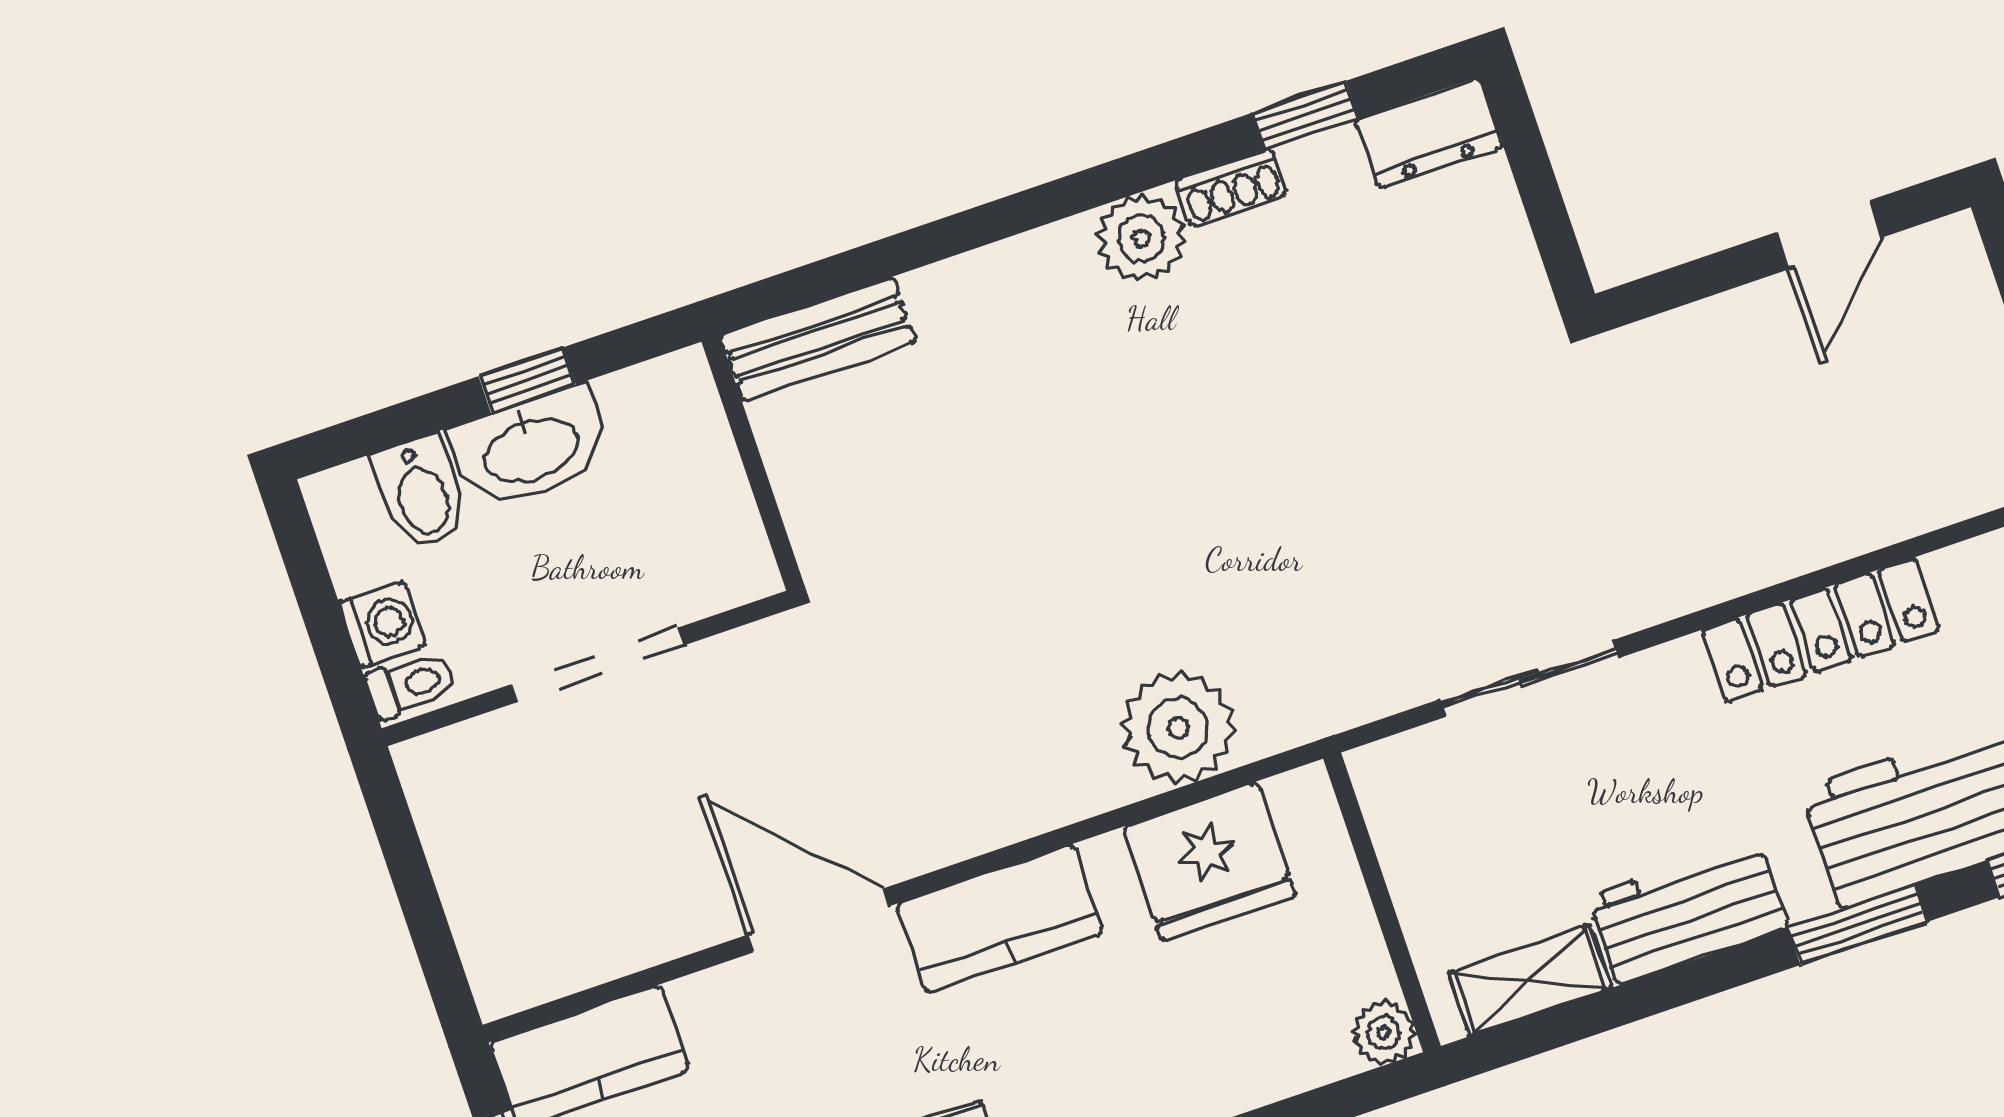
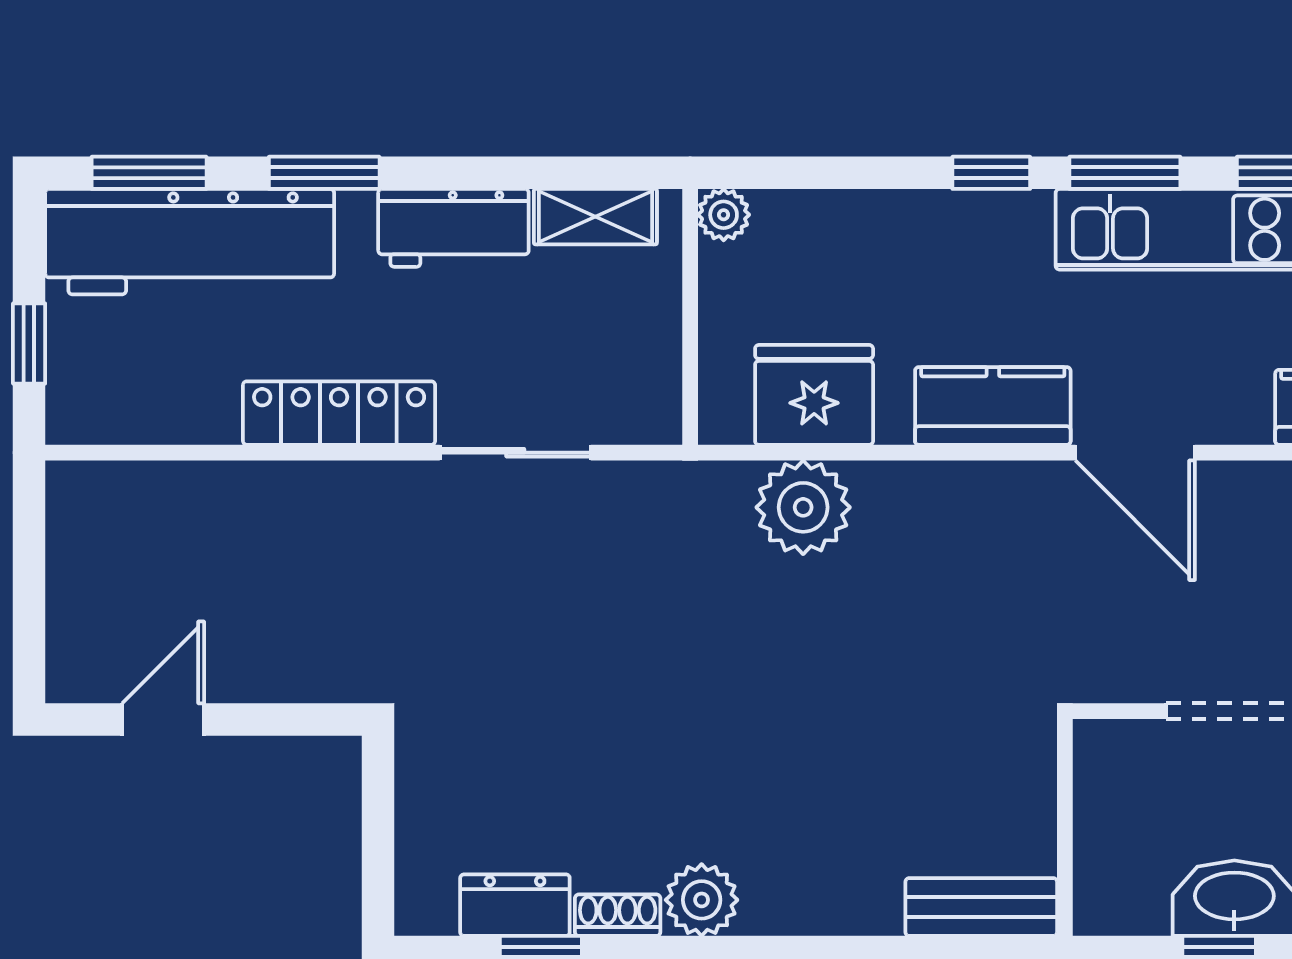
dresser: (1429, 133) -> (515, 905), moved
locker: (1821, 630) -> (339, 413), moved

